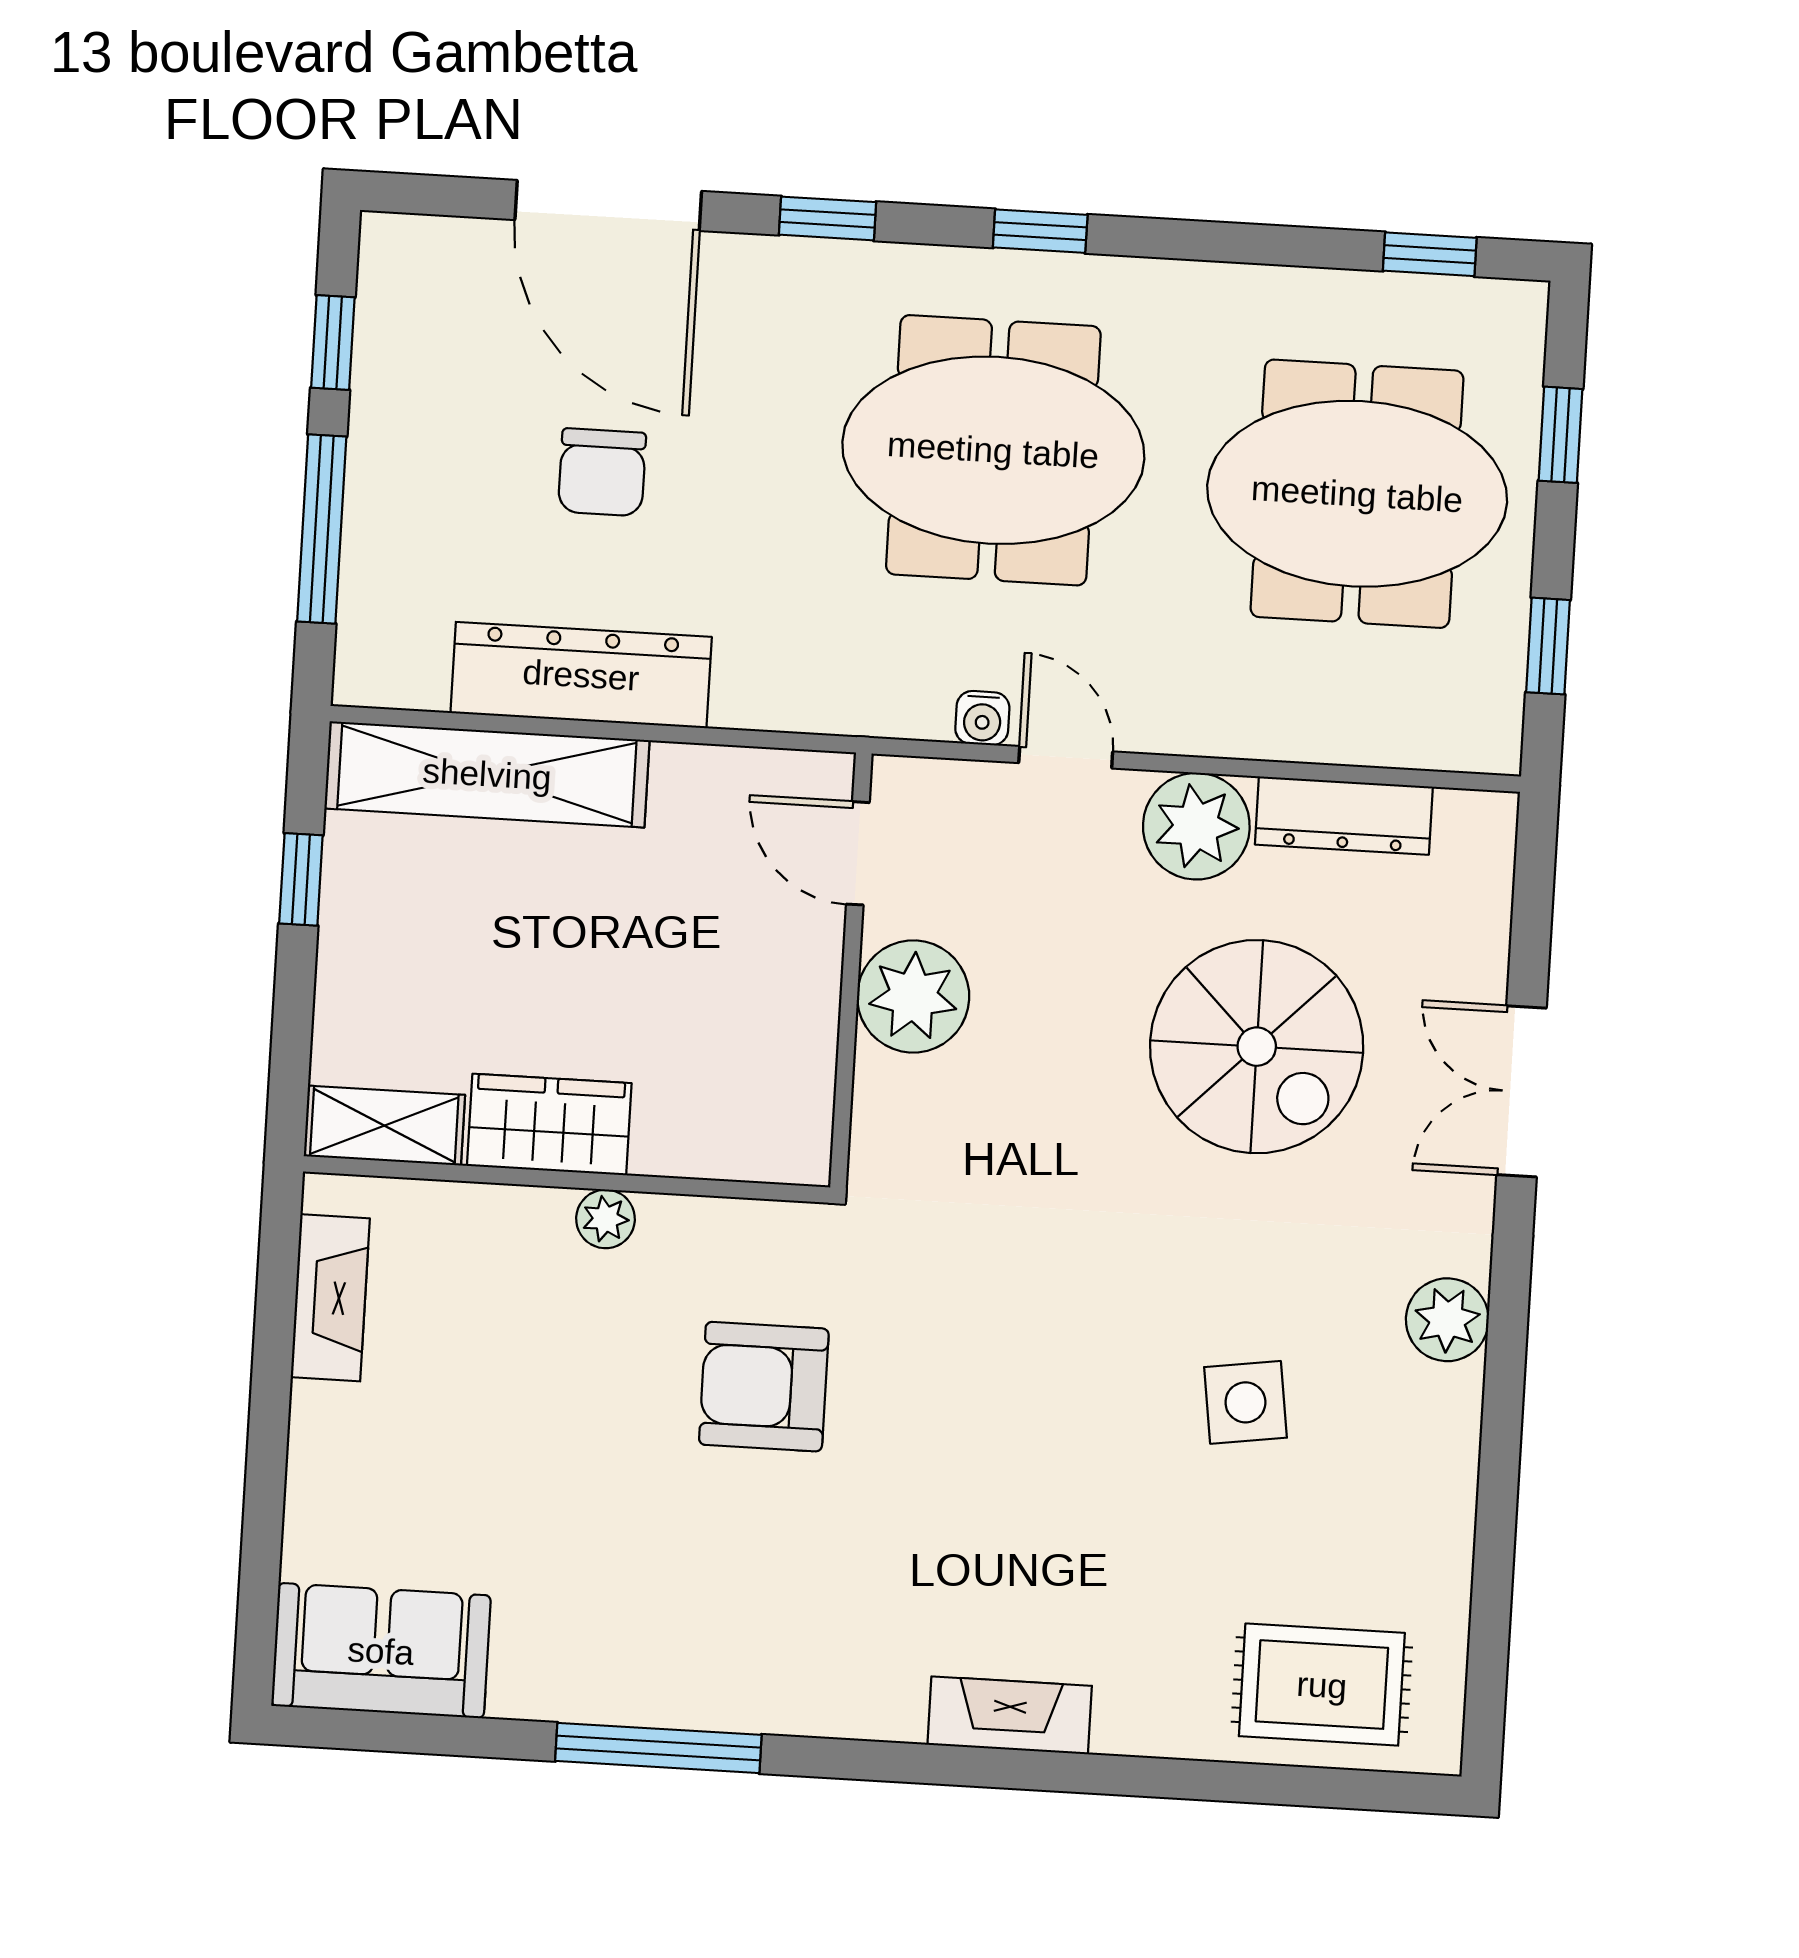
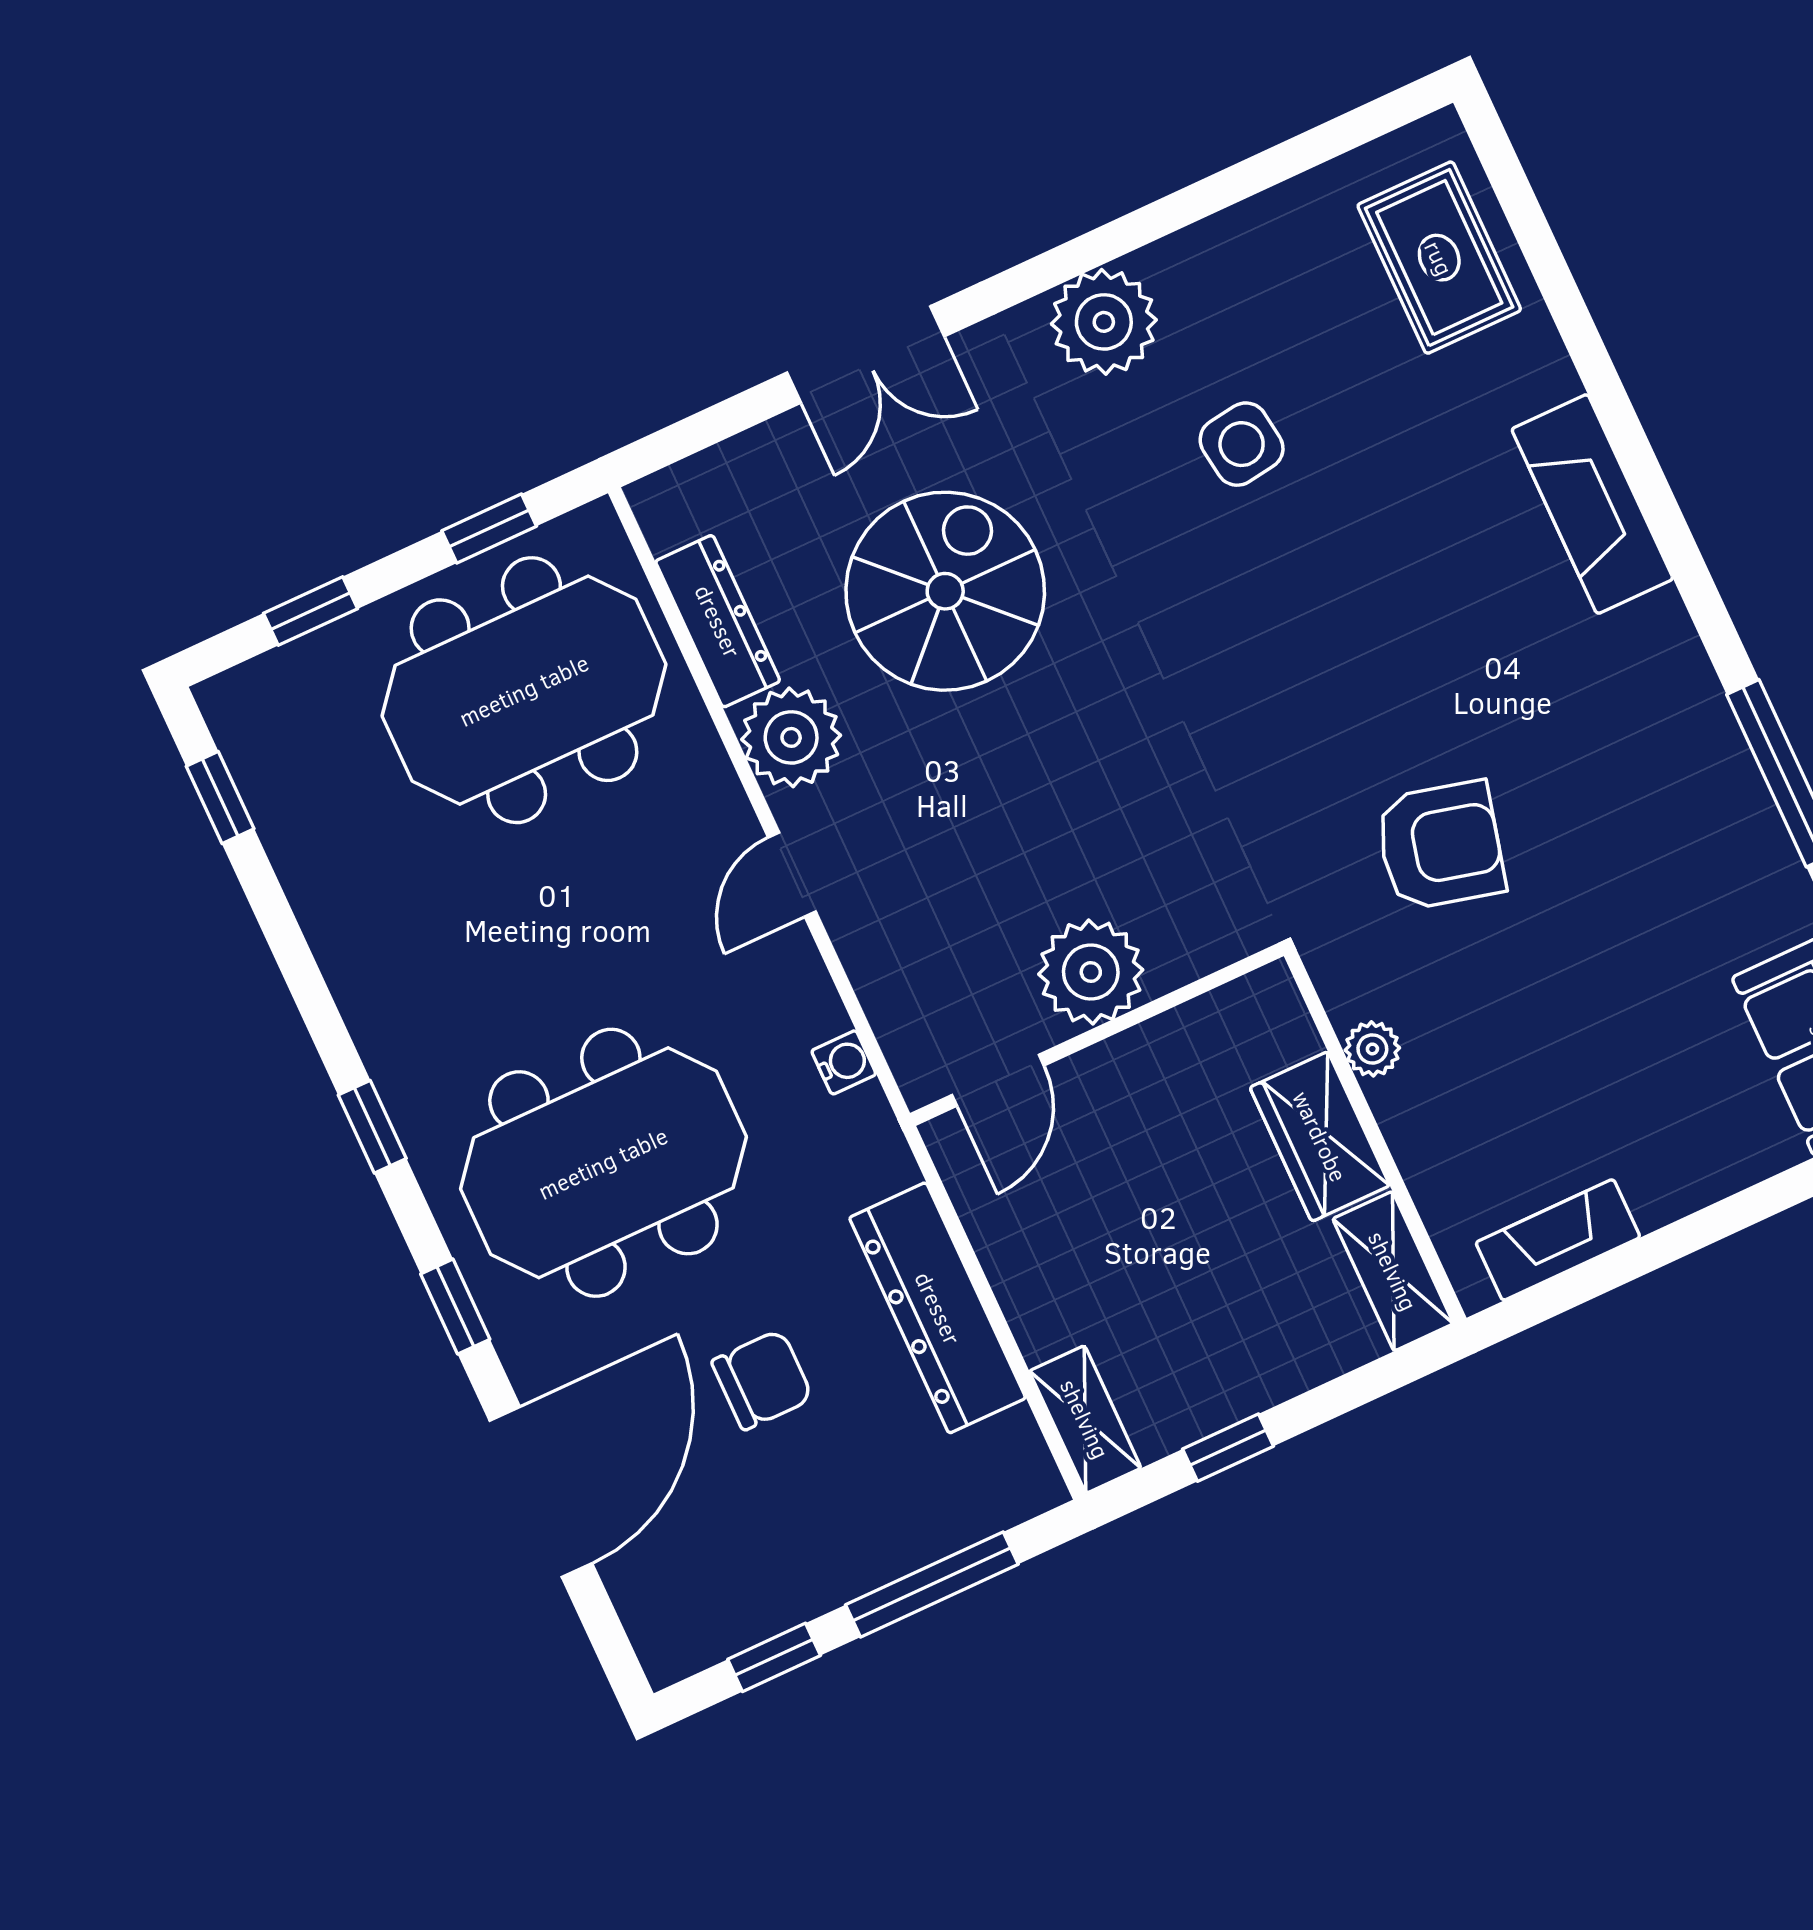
meeting table: (993, 450) -> (603, 1163), moved, turned 90
meeting table: (1357, 494) -> (524, 690), moved, turned 90
water cooler: (982, 718) -> (844, 1062), moved
shelving: (487, 774) -> (1085, 1419), width x0.45, depth x0.75
door: (858, 853) -> (998, 1080), moved
wall: (851, 970) -> (1097, 1035), moved
plant: (913, 996) -> (1091, 972), moved
plant: (1447, 1320) -> (1104, 322), width x1.36, depth x1.36
armchair: (764, 1387) -> (1440, 846), turned -76
fireplace: (1010, 1715) -> (1592, 504), width x1.37, depth x1.32

